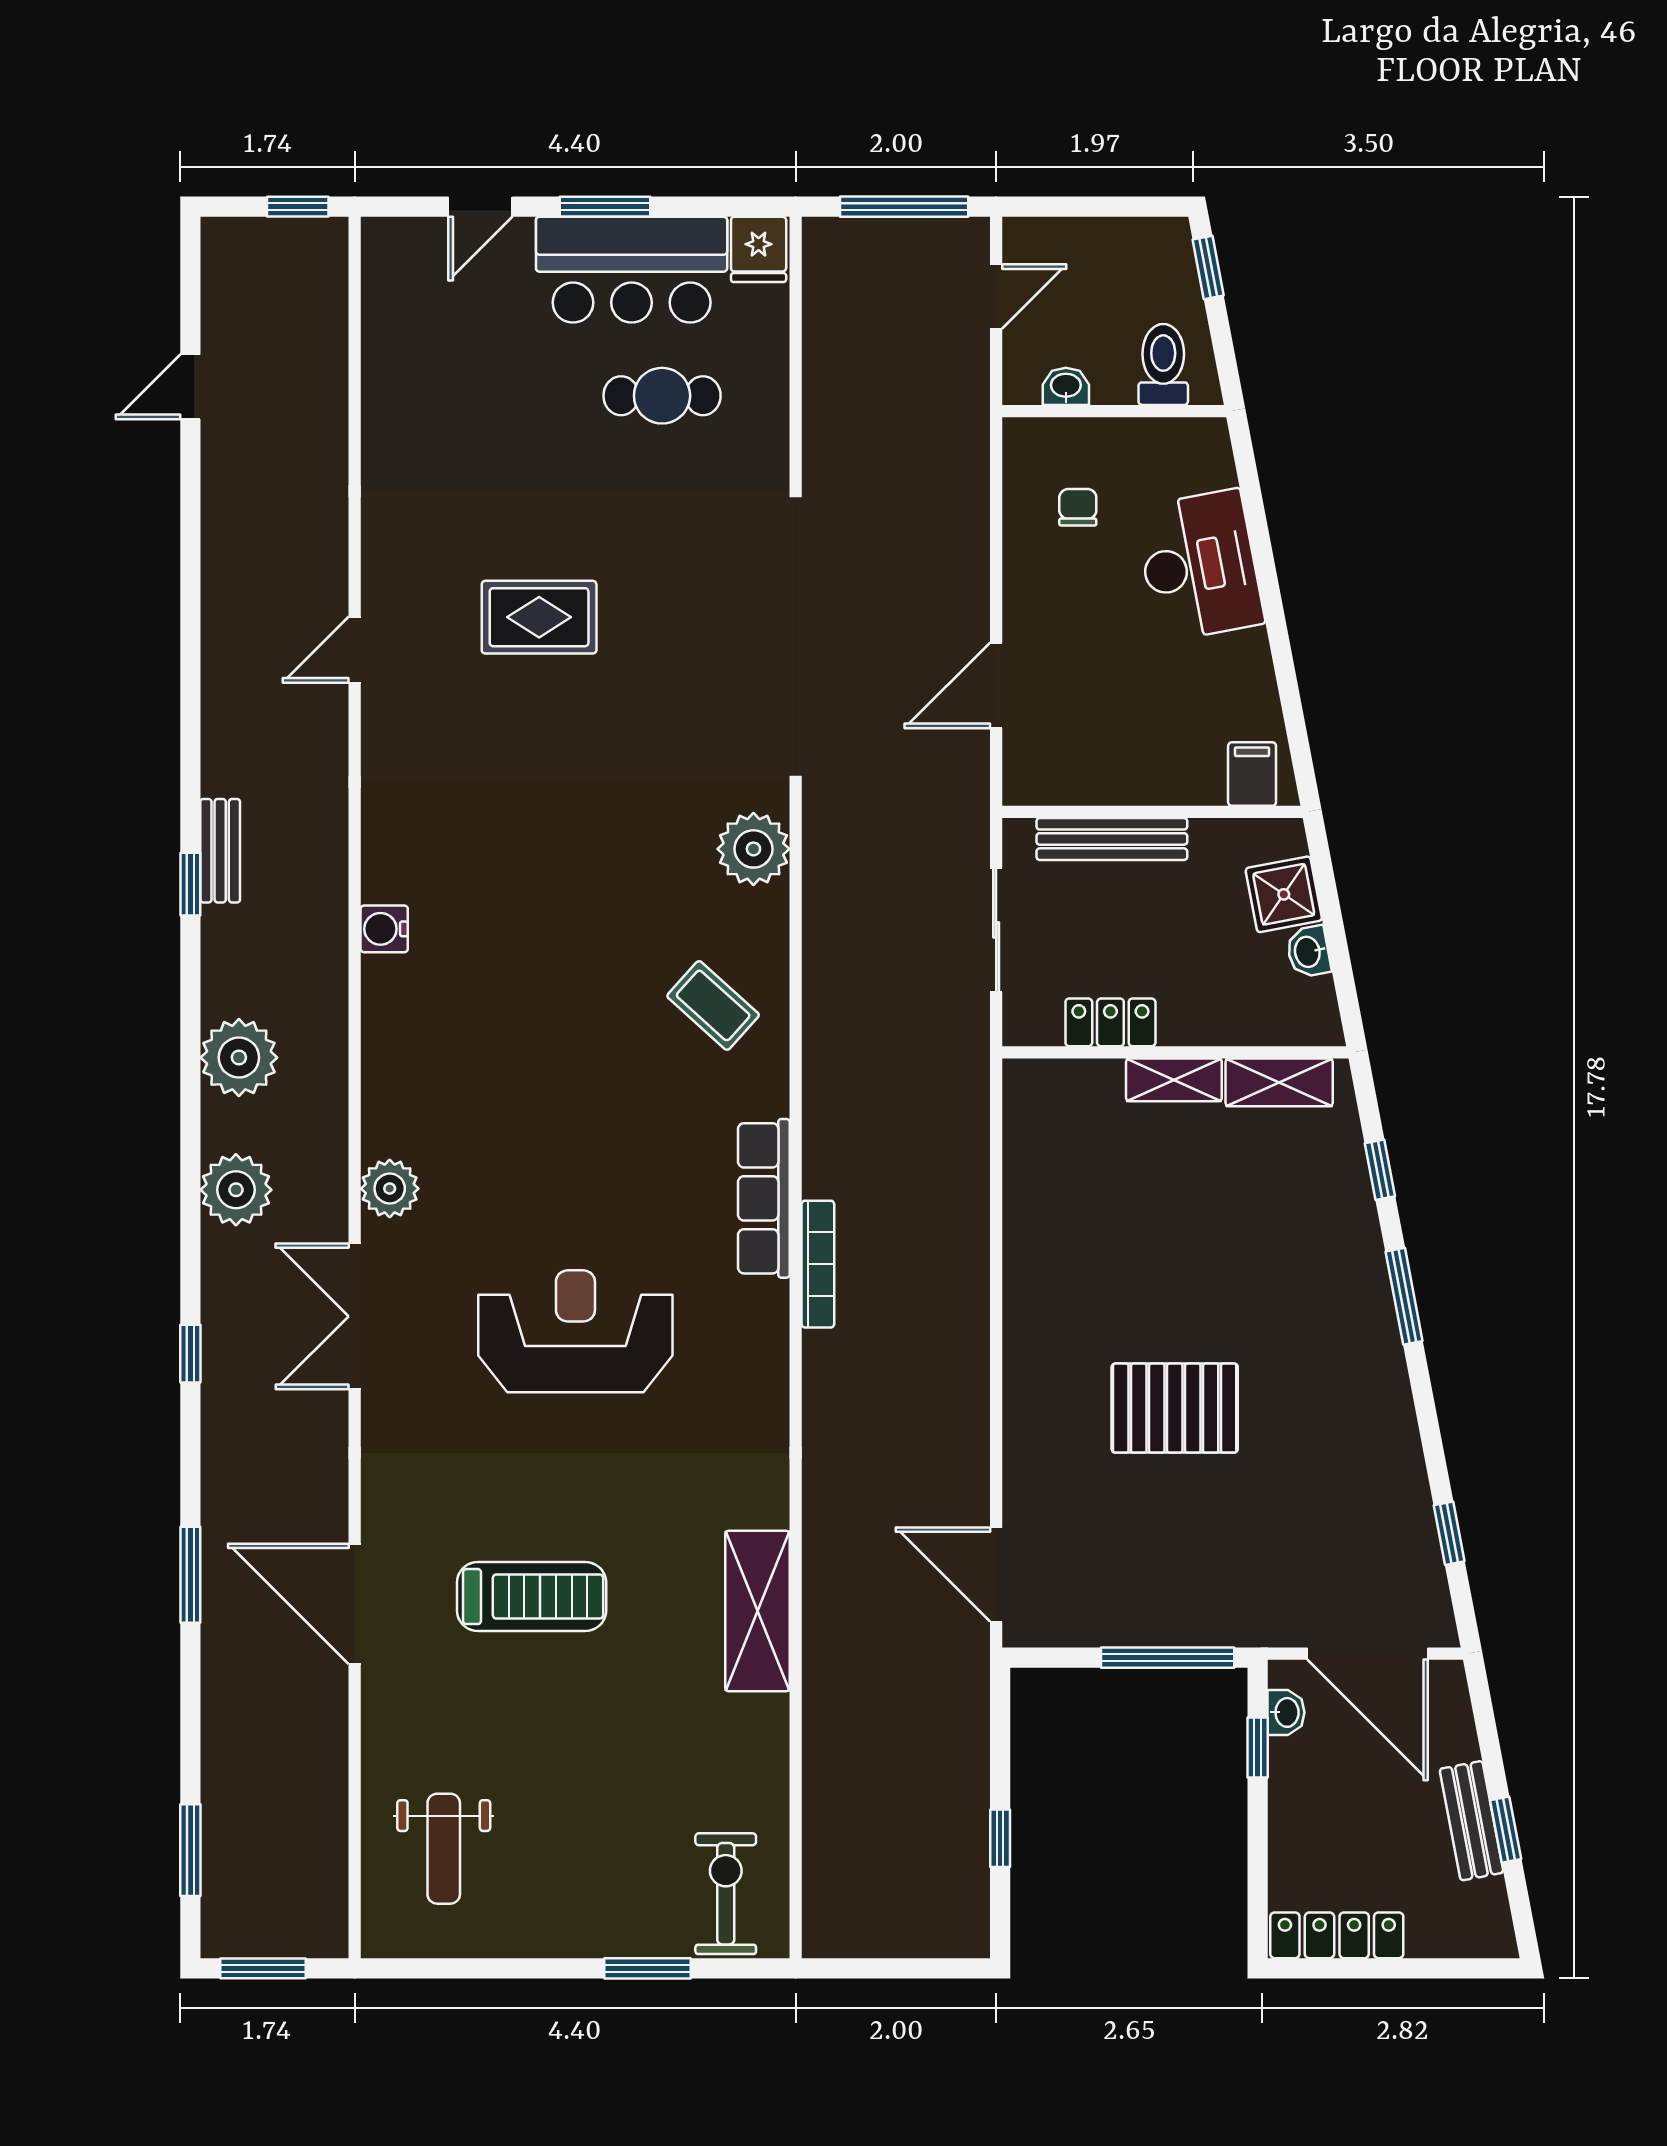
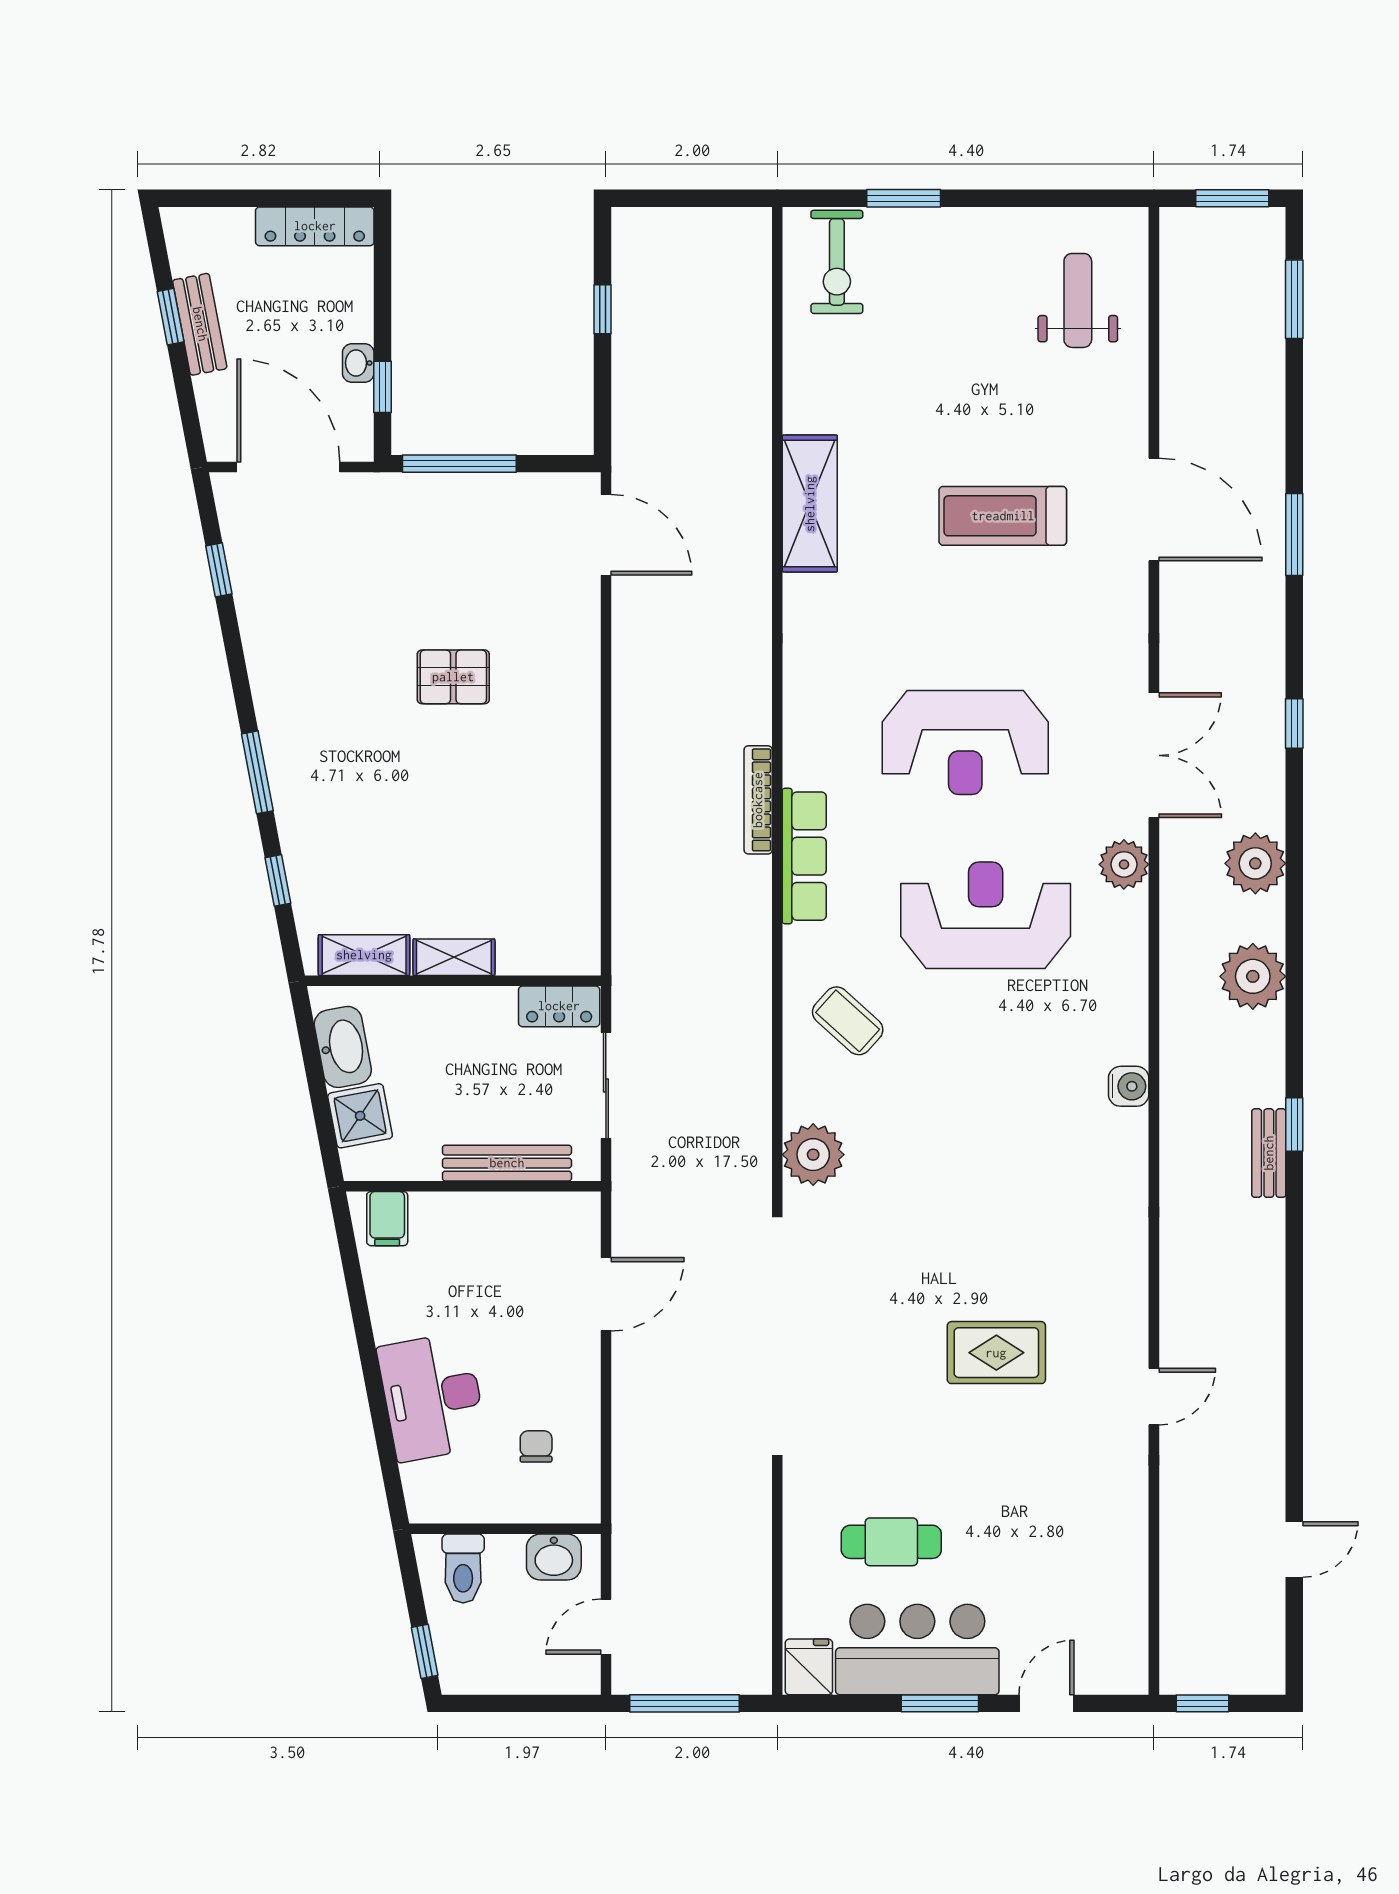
washbasin: (1066, 386) -> (554, 1557), width x1.38, depth x1.45
chair: (1078, 507) -> (536, 1446), turned 180
door: (355, 650) -> (1154, 1397), moved
washbasin: (1308, 952) -> (343, 1047), width x1.91, depth x1.45
locker: (1110, 1022) -> (559, 1006), moved
reception desk: (552, 1129) -> (986, 915), added
pallet: (1175, 1408) -> (453, 677), width x0.67, depth x0.71
washbasin: (1286, 1712) -> (358, 363), moved

